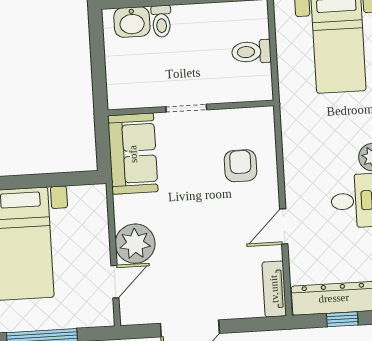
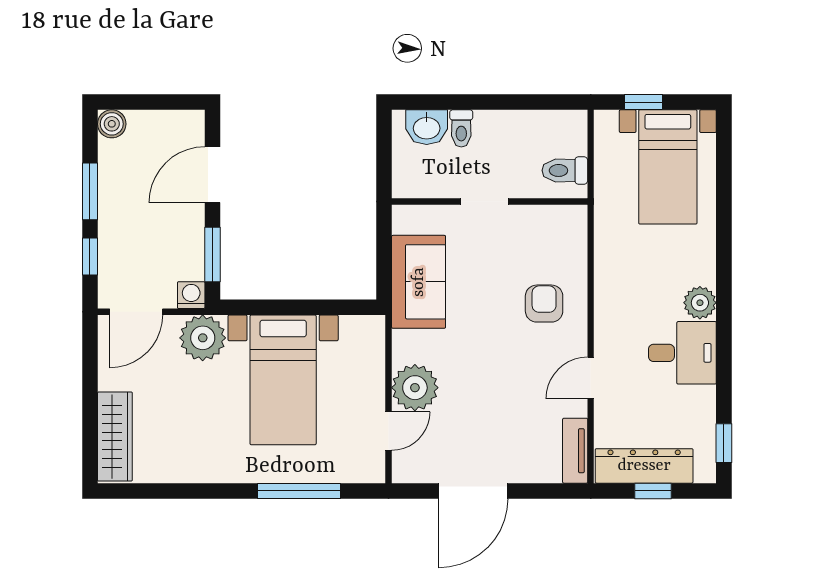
doorway: (186, 108) -> (484, 202), moved
wall: (191, 108) -> (490, 202), moved

